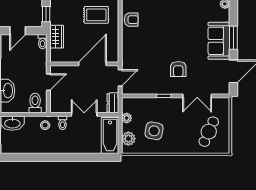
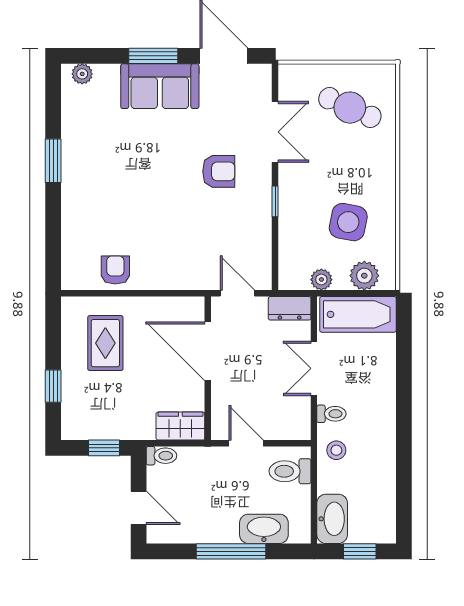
wardrobe: (57, 37) -> (180, 426), moved

